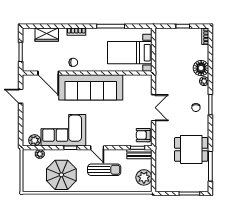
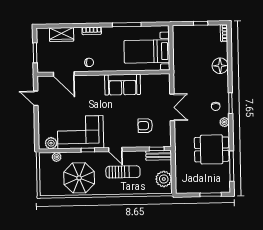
plant: (204, 81) -> (224, 122), moved
sofa: (91, 87) -> (123, 85), width x0.54, depth x0.79
armchair: (143, 135) -> (145, 126), moved

